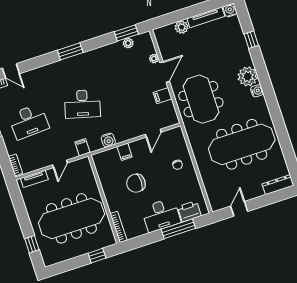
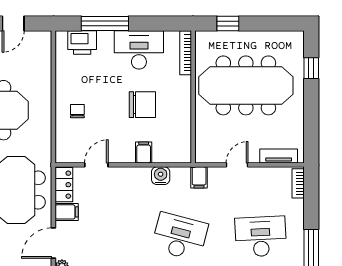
locker: (170, 113) -> (64, 185), added
desk: (161, 215) -> (139, 50), moved

